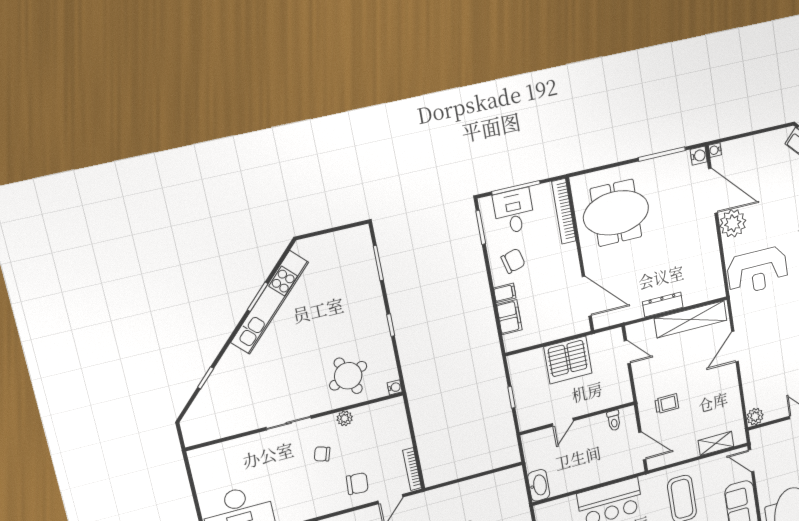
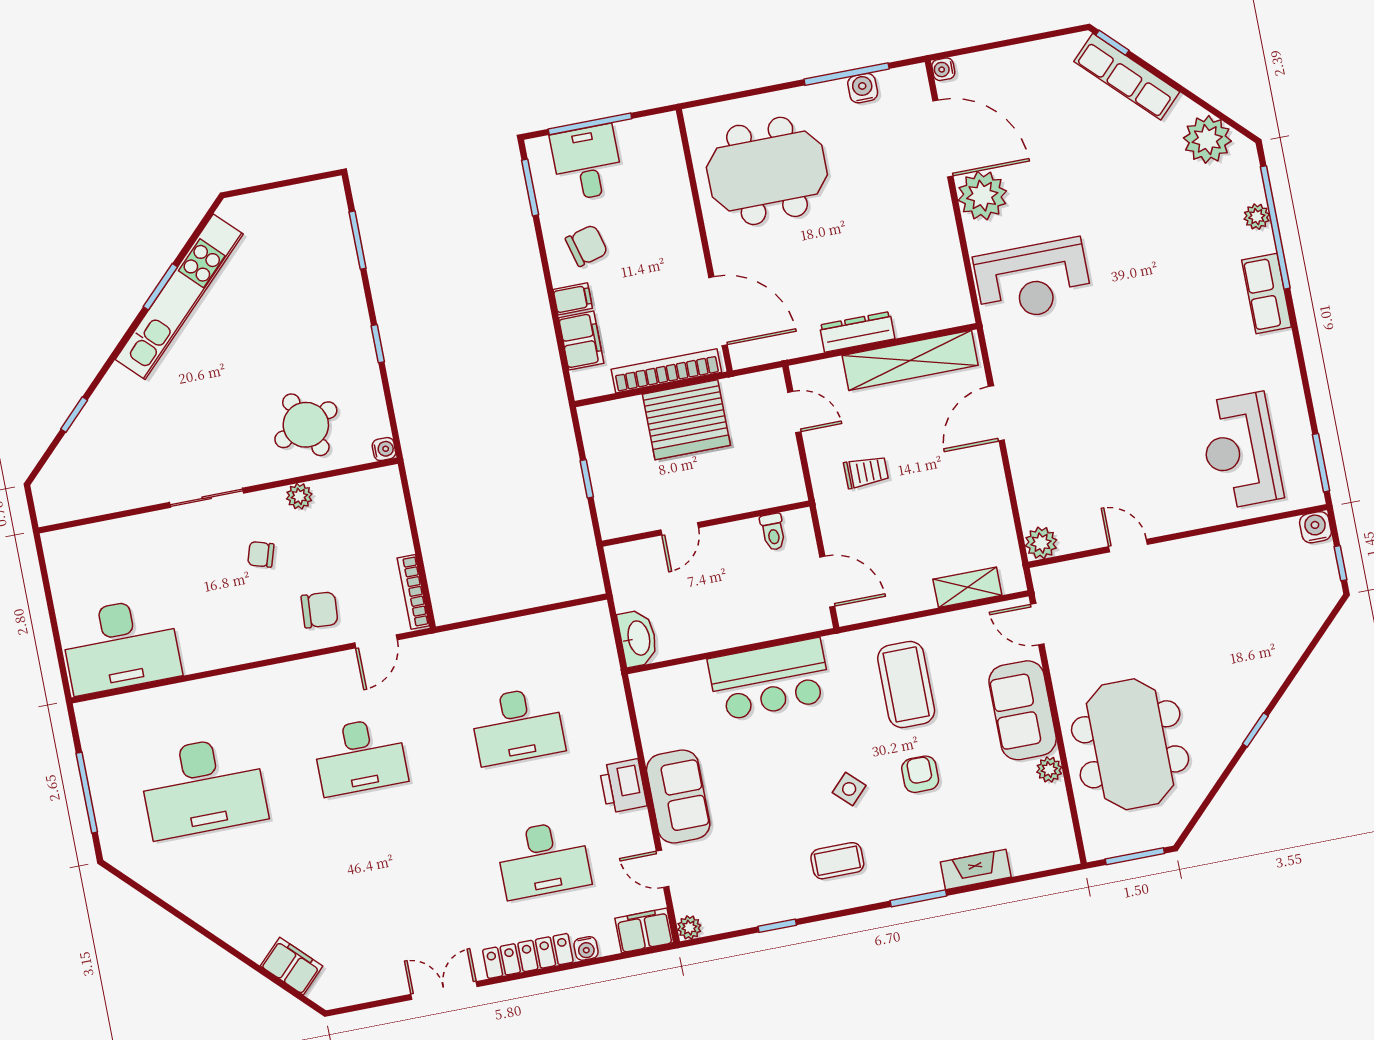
water cooler: (699, 156) -> (863, 88), moved, turned -90
bookcase: (564, 211) -> (666, 371), moved, turned 90
trolley: (667, 404) -> (866, 472), moved

